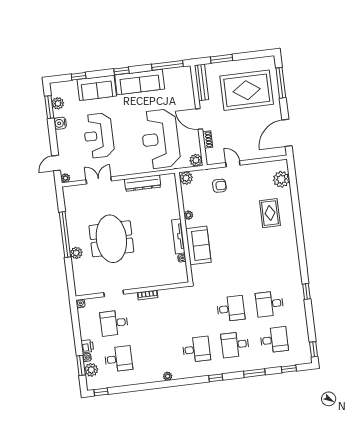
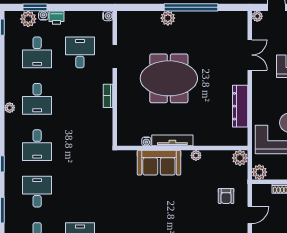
meeting table: (111, 239) -> (169, 78), moved
desk: (231, 309) -> (37, 99), moved

